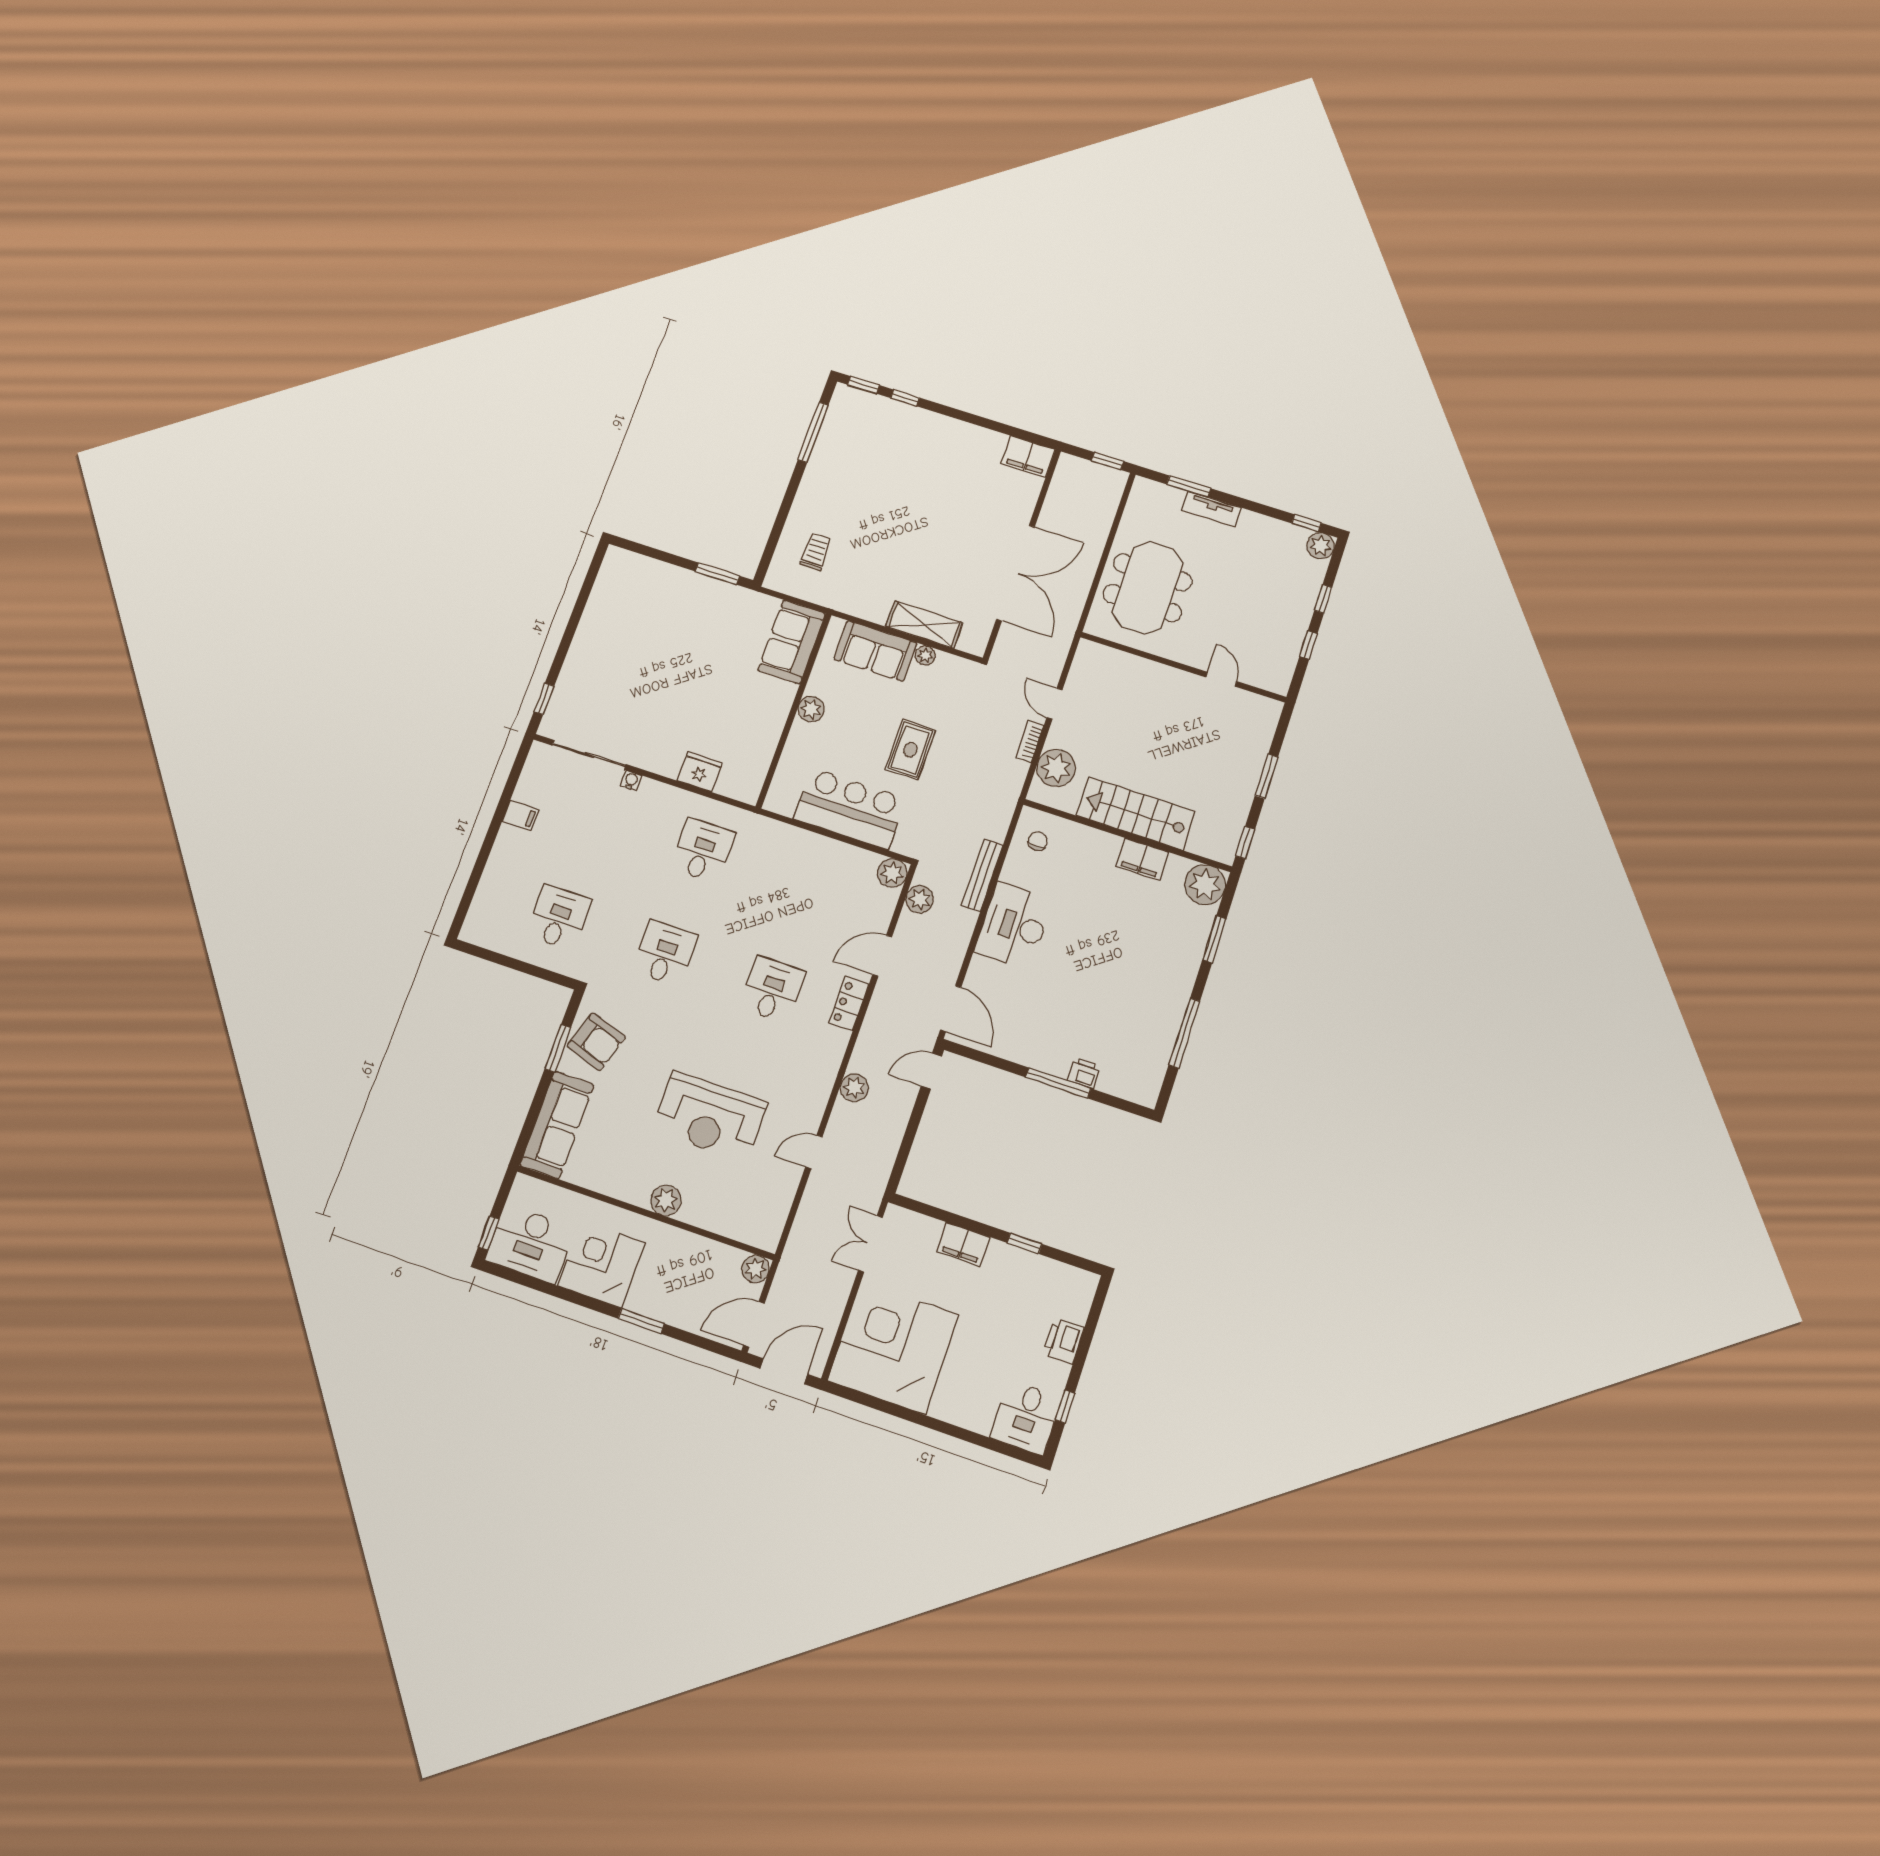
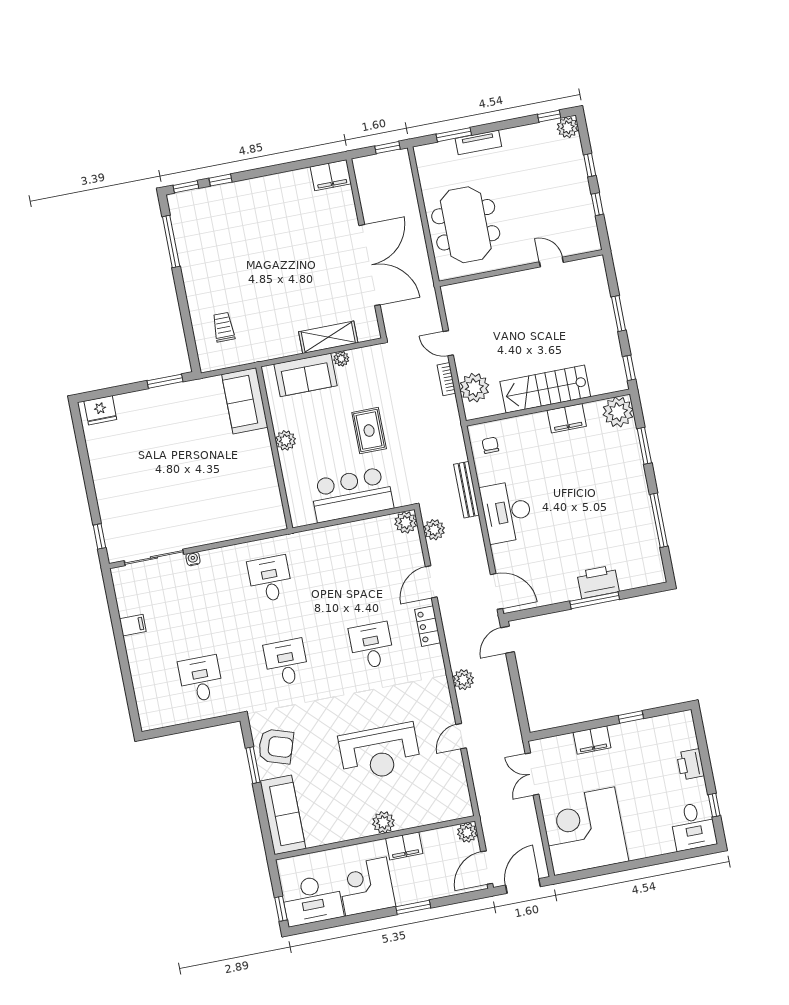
fridge: (700, 772) -> (100, 410), moved, turned 180
printer: (1084, 1073) -> (598, 582), width x1.87, depth x1.48
filing cabinet: (674, 1242) -> (404, 846), added

